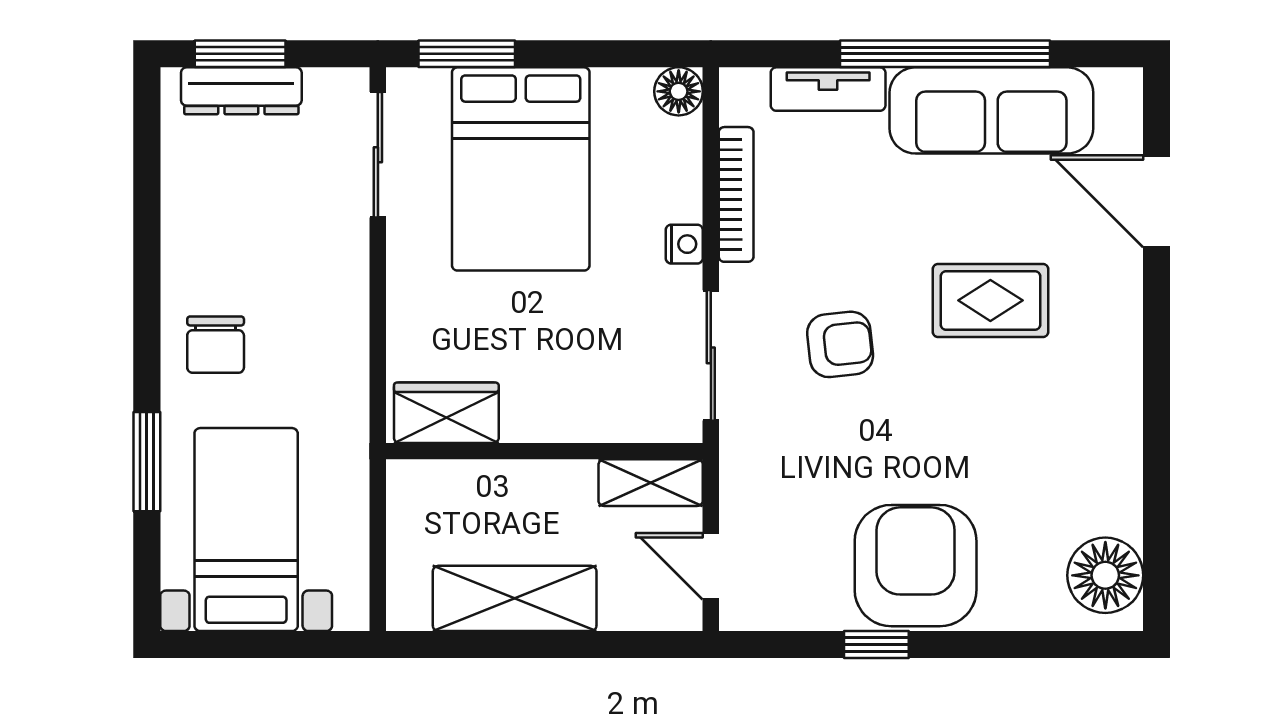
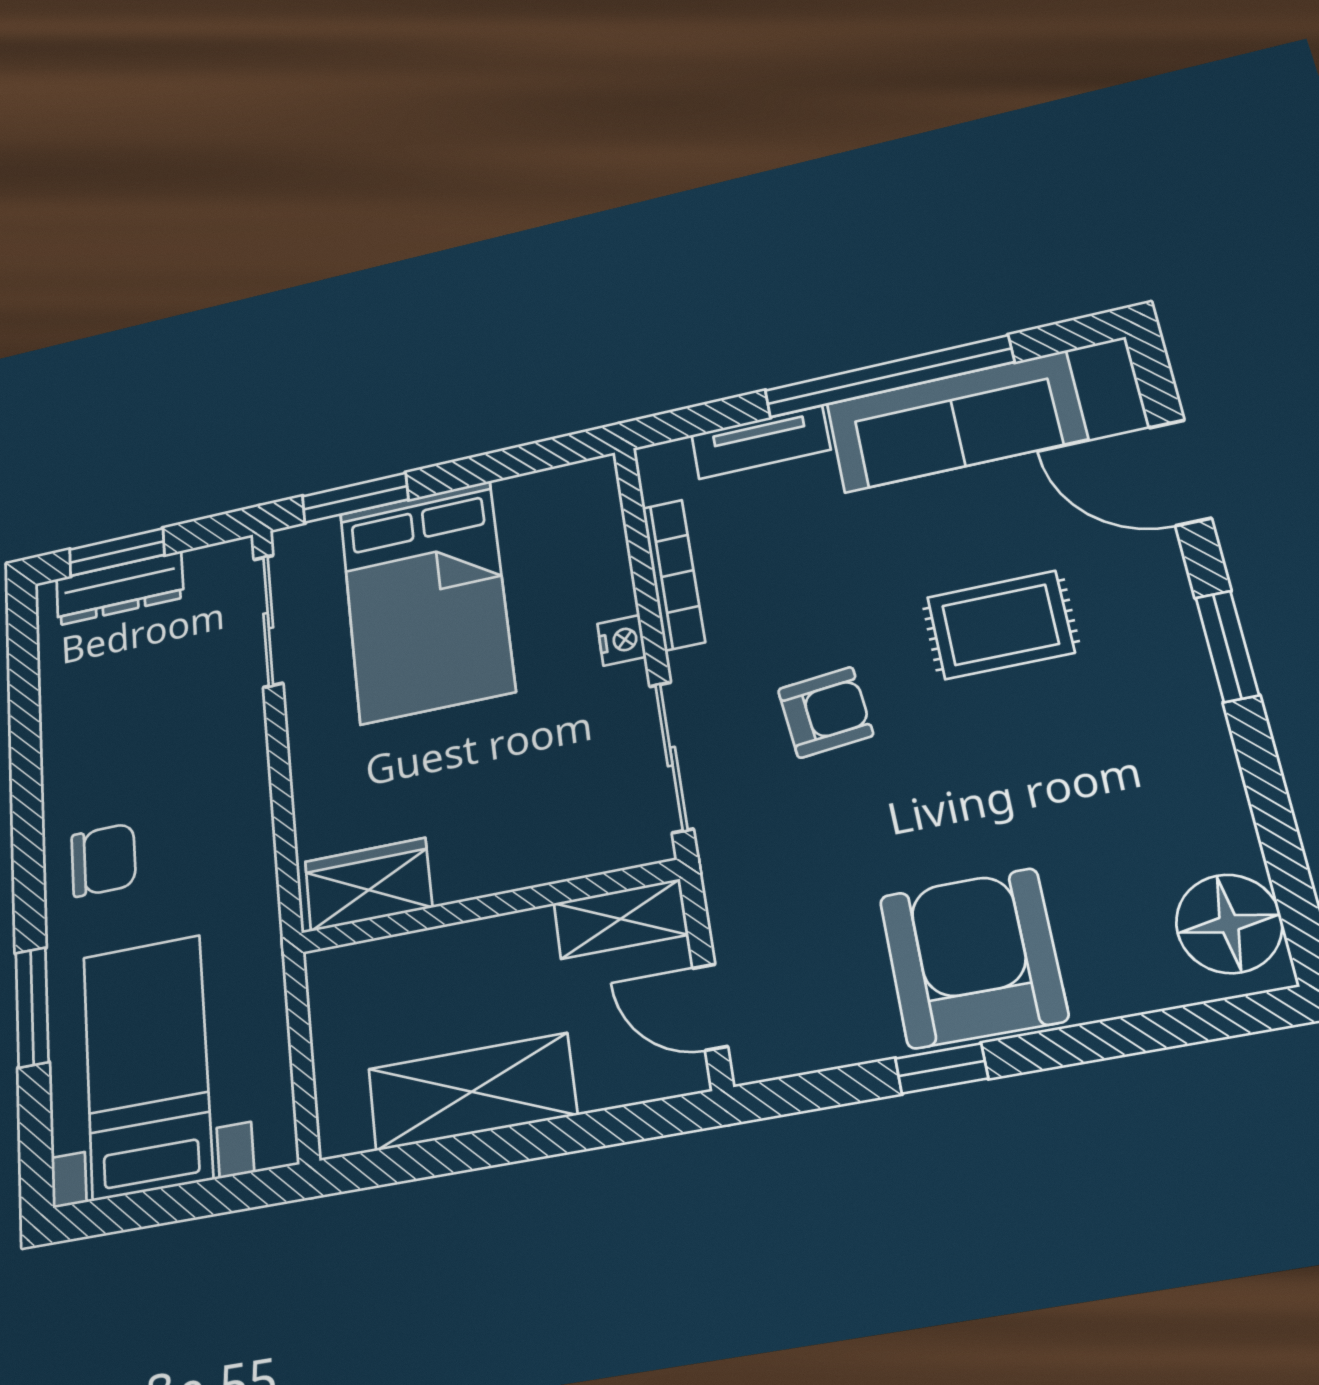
floor lamp: (679, 91) -> (592, 483), removed
chair: (216, 345) -> (104, 860), turned -90
window: (1157, 358) -> (1227, 646), added

